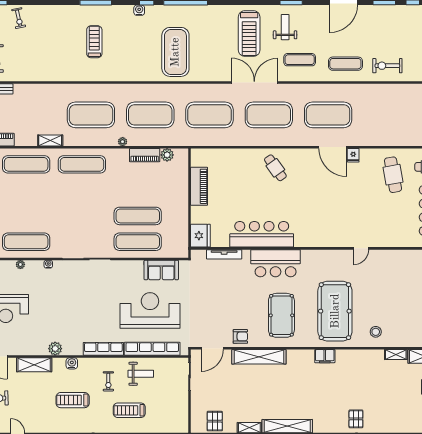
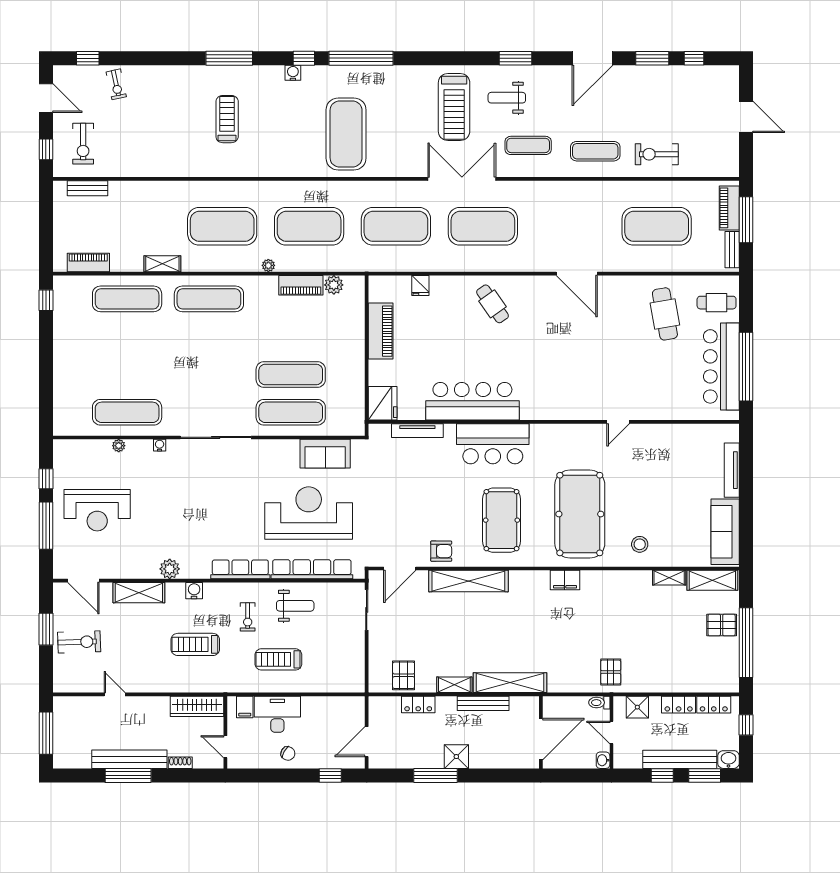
weight bench: (285, 27) -> (507, 98), turned -90
exercise mat: (328, 115) -> (657, 226), moved
fridge: (353, 155) -> (420, 286), moved

